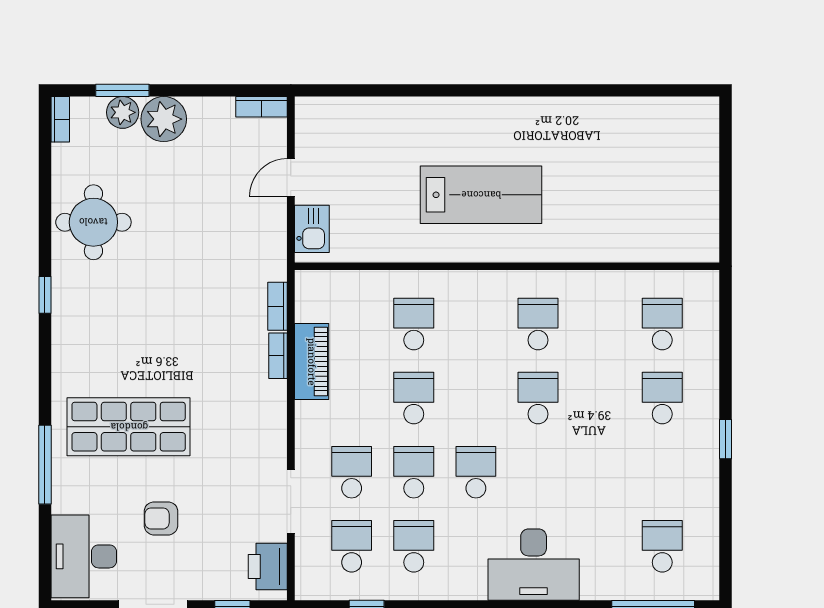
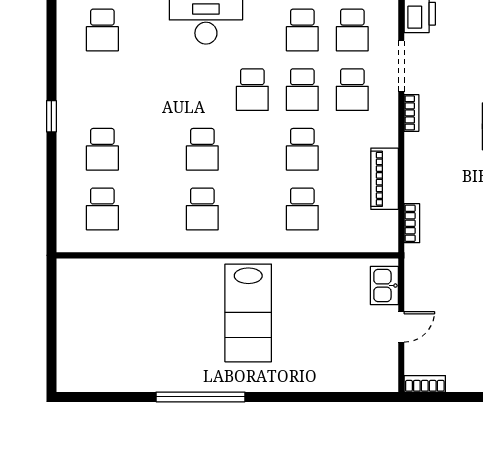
window: (540, 90) -> (201, 397), added
lab bench: (481, 195) -> (248, 313), turned -90
bookcase: (278, 356) -> (411, 113), moved

